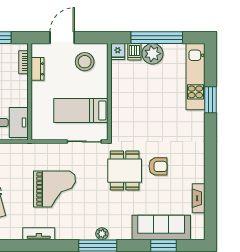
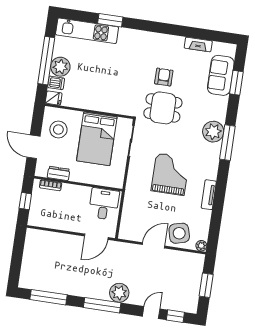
bed: (81, 110) -> (97, 139), width x1.50
sofa: (161, 227) -> (221, 75), width x0.73
plant: (102, 234) -> (213, 132), width x1.88, depth x1.88

